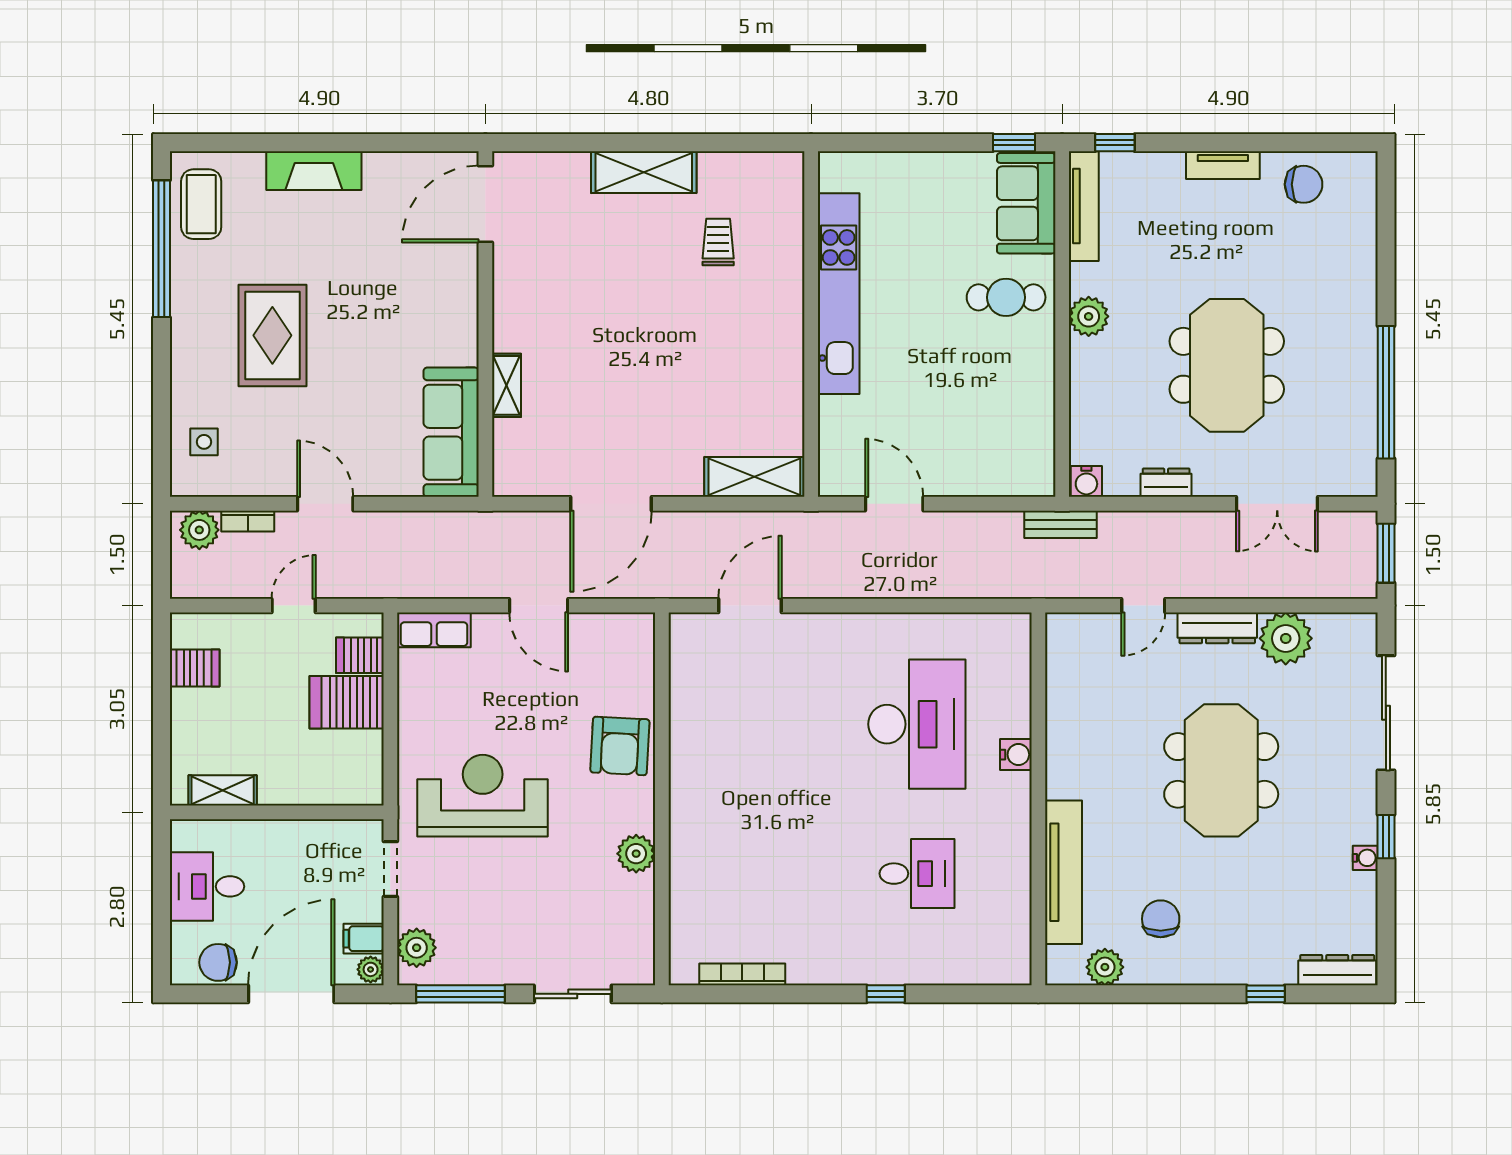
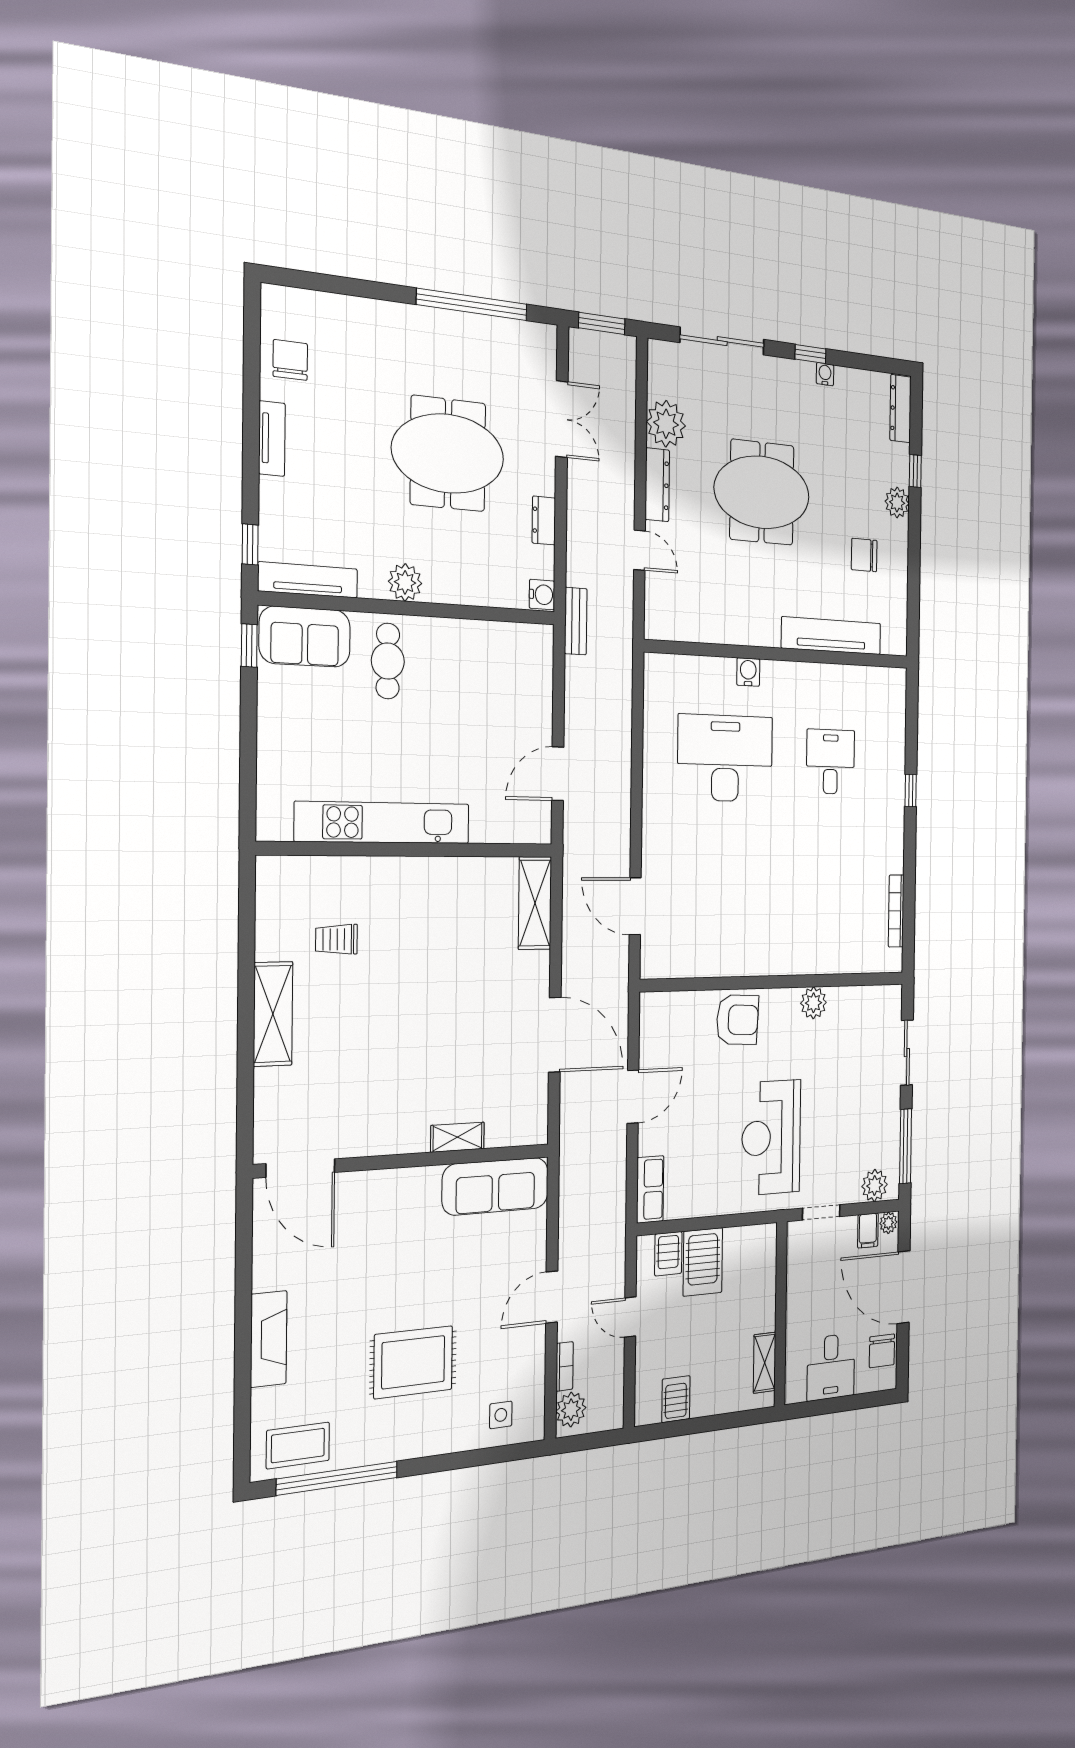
plant: (1105, 967) -> (897, 503), moved

